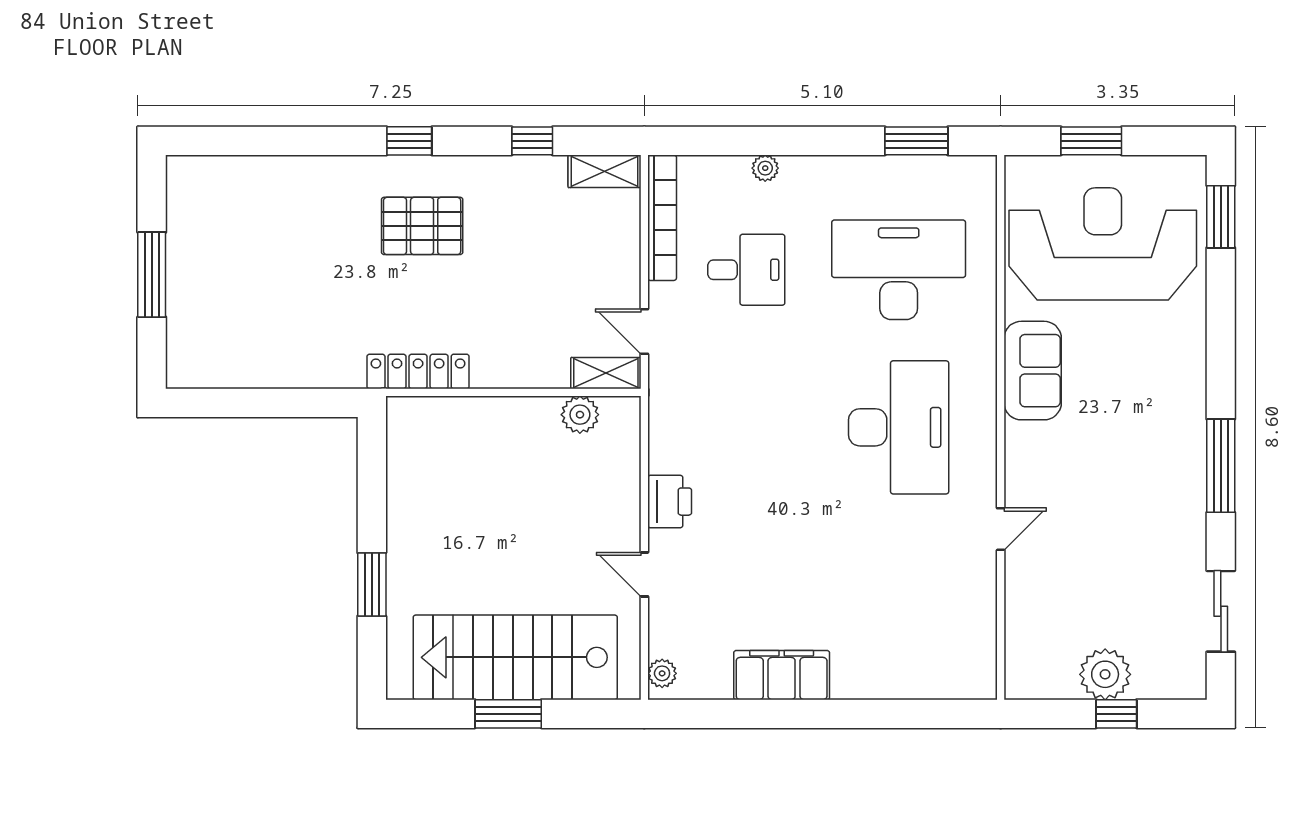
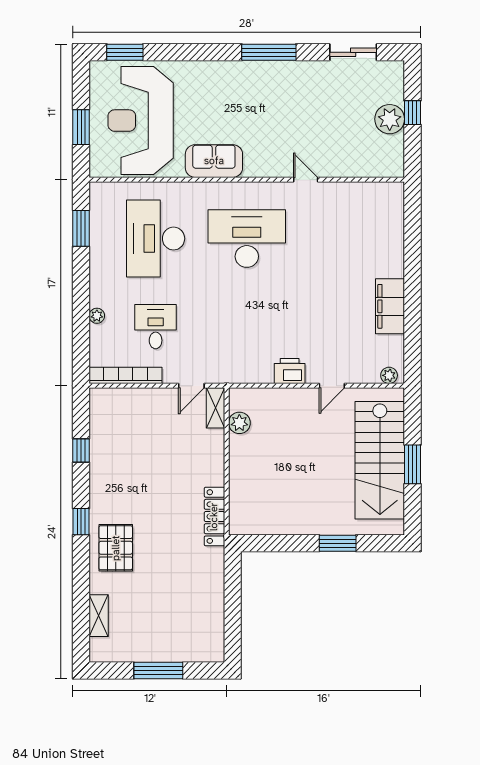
shelving: (604, 171) -> (99, 616), moved
pallet: (422, 226) -> (116, 548), moved

